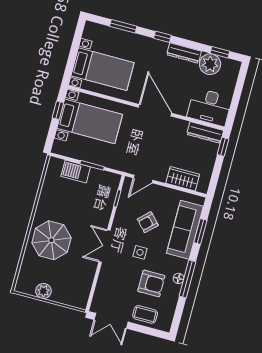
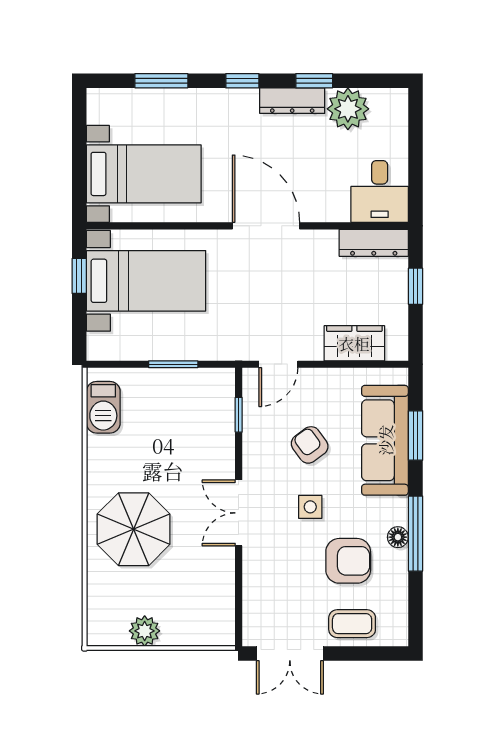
window: (220, 52) -> (314, 81), moved
desk: (209, 107) -> (380, 191), width x0.73
window: (223, 147) -> (415, 286), moved
barbecue: (76, 172) -> (103, 407), moved, turned -90
armchair: (148, 222) -> (310, 445), turned 97

